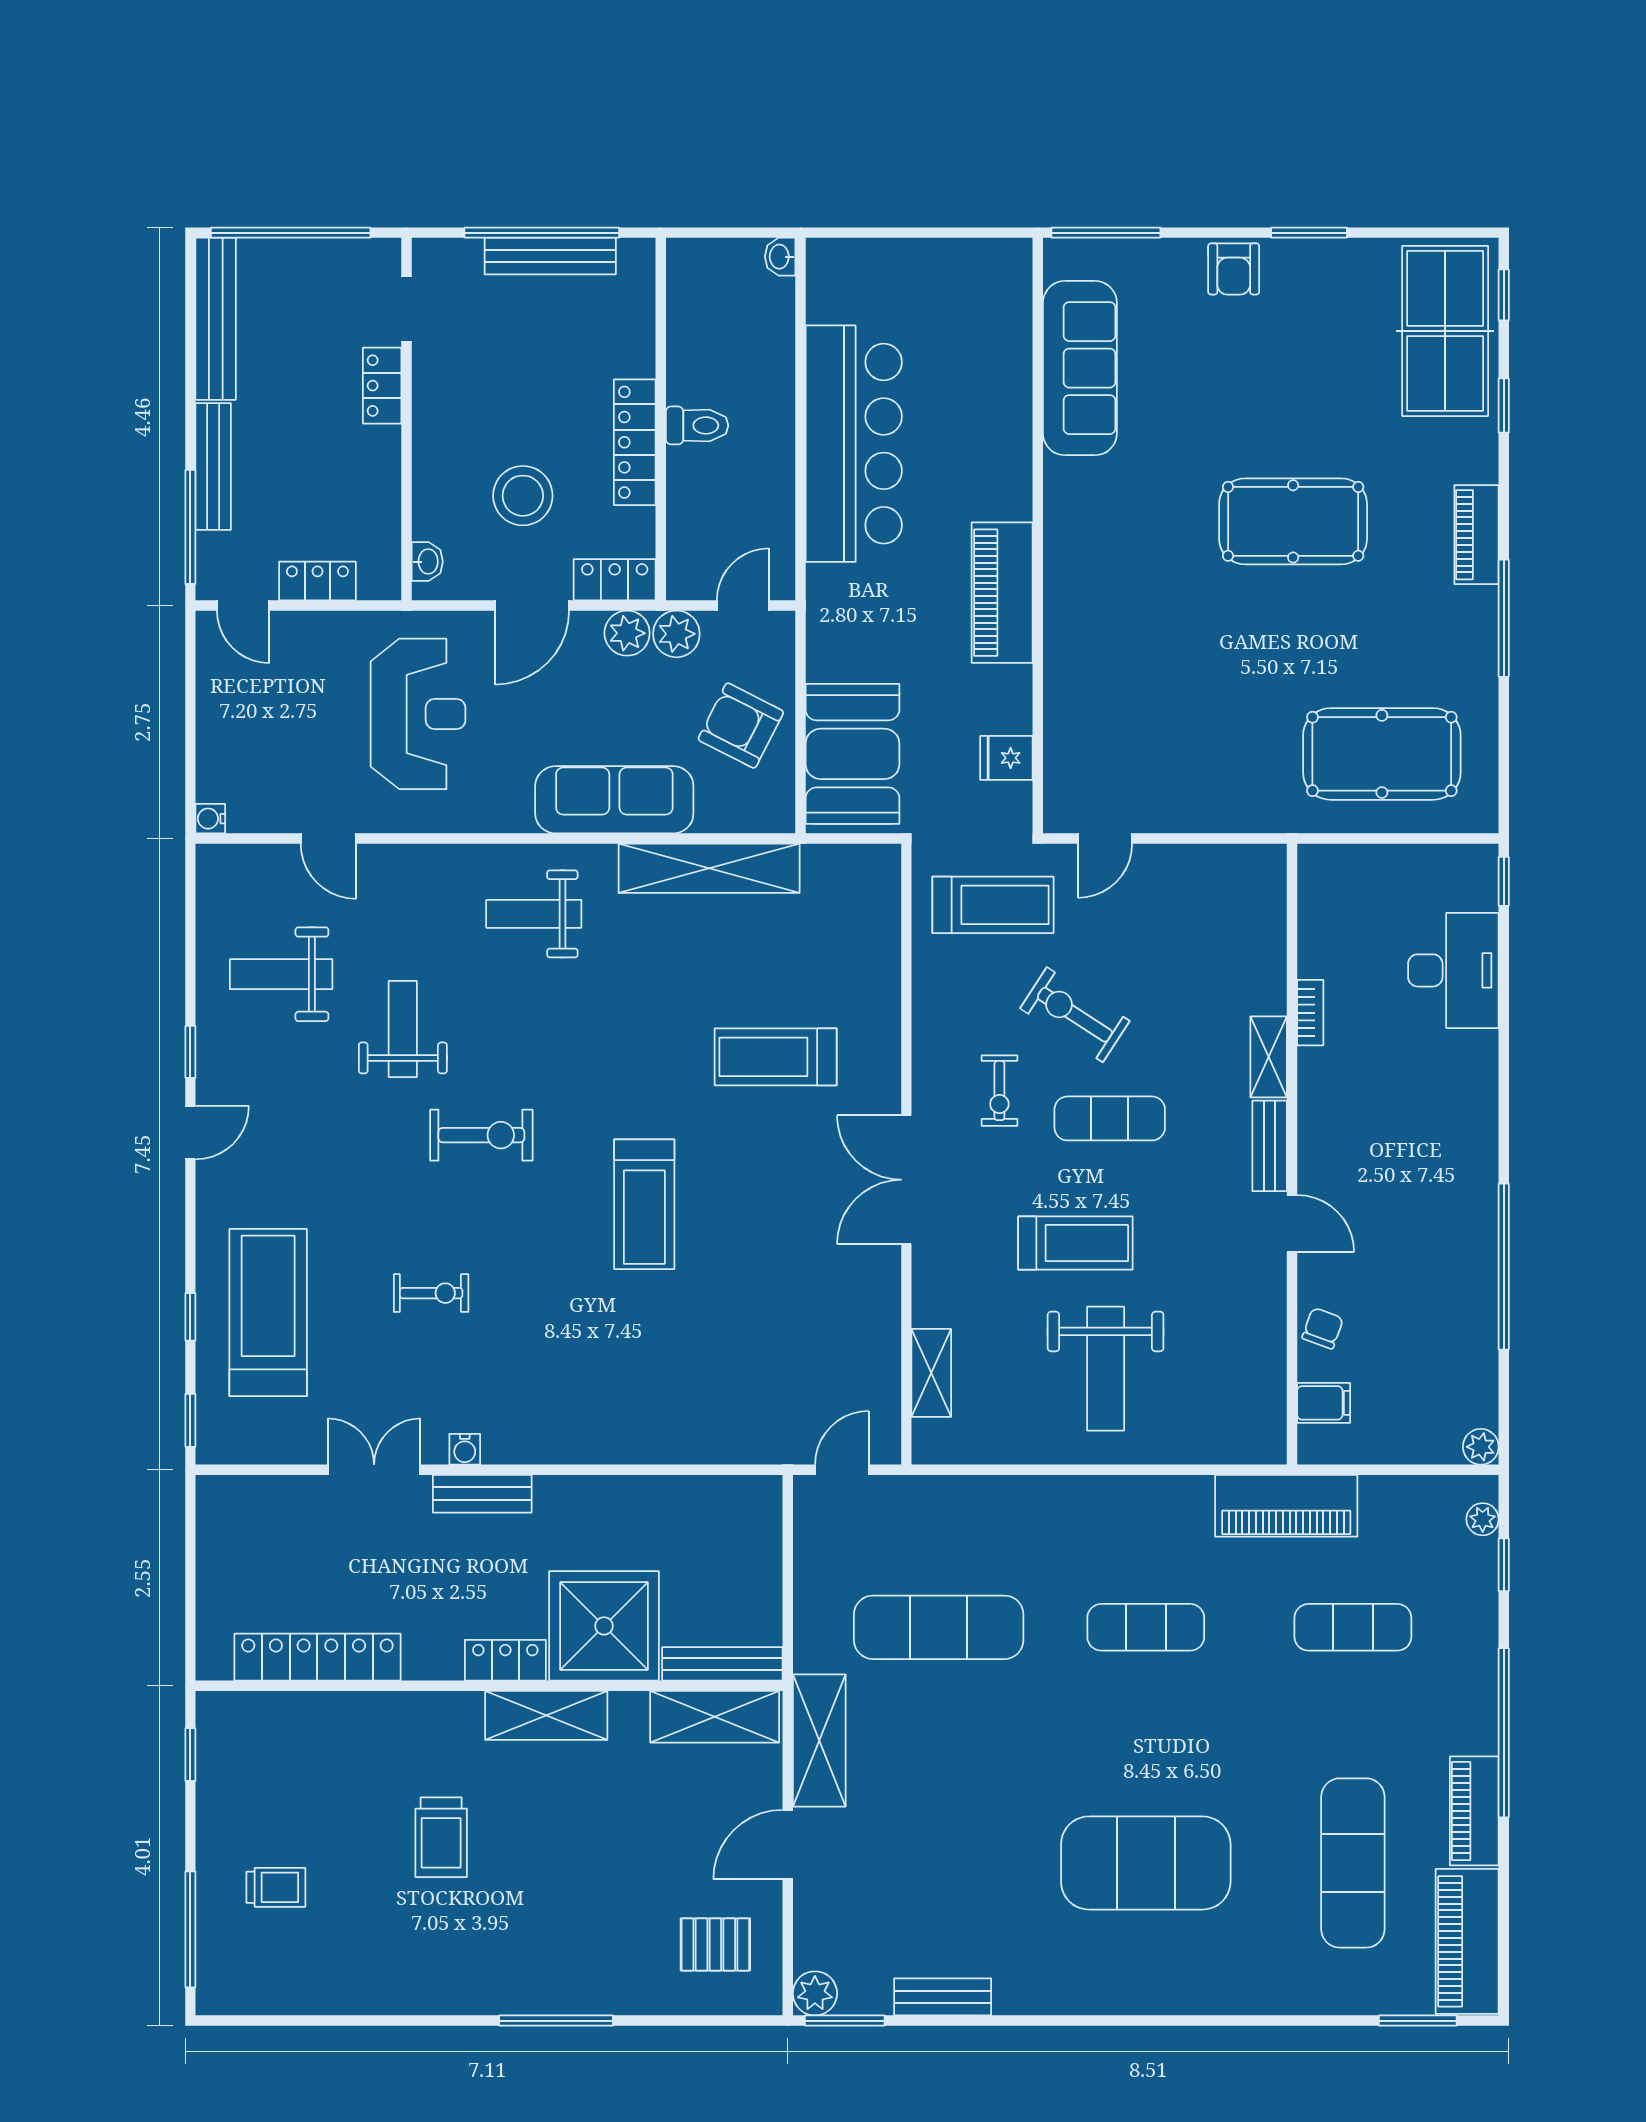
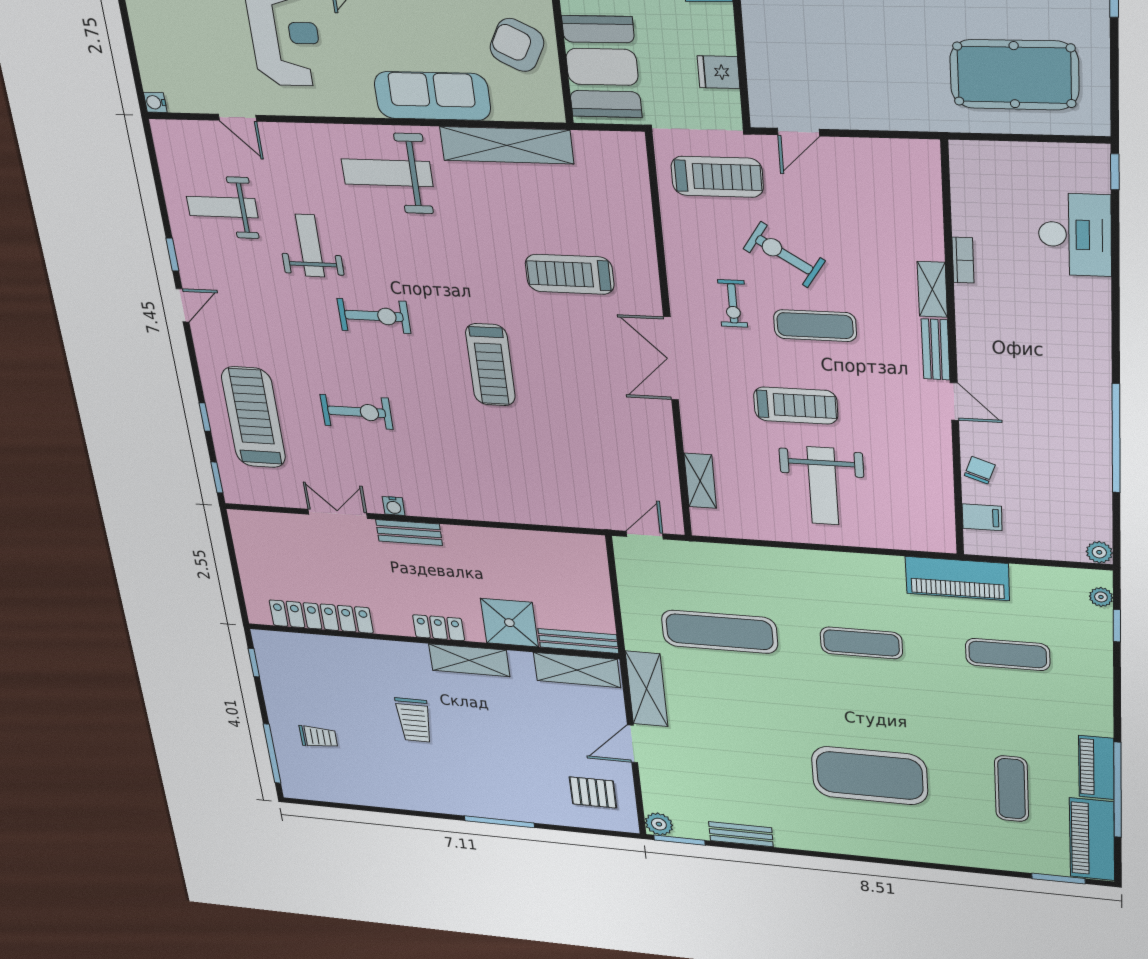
weight bench: (534, 914) -> (387, 173), width x1.36, depth x1.33
exercise bike: (431, 1293) -> (357, 412), width x1.38, depth x1.39
shower: (604, 1626) -> (509, 623), width x0.73, depth x0.73
window: (1504, 1733) -> (1118, 790), moved
exercise mat: (1353, 1863) -> (1012, 789), width x0.73, depth x0.69

